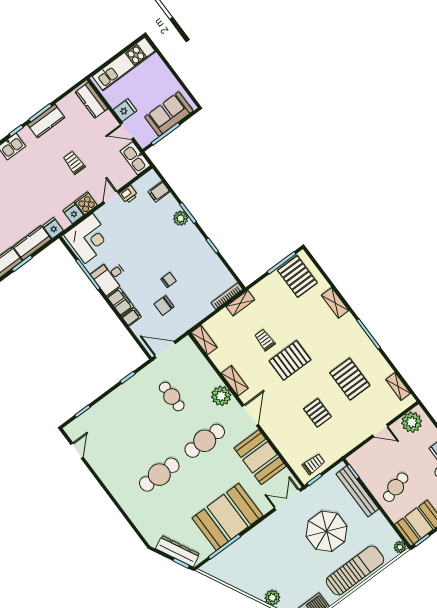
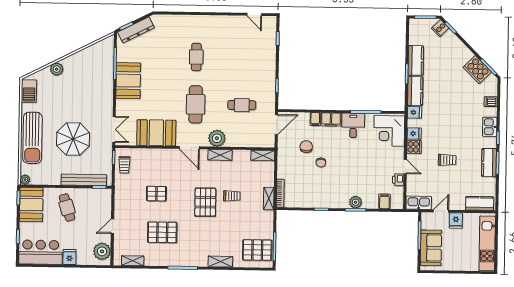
cafe table: (159, 475) -> (196, 57), width x0.73, depth x0.74
booth: (227, 517) -> (128, 81), width x0.73, depth x0.70

